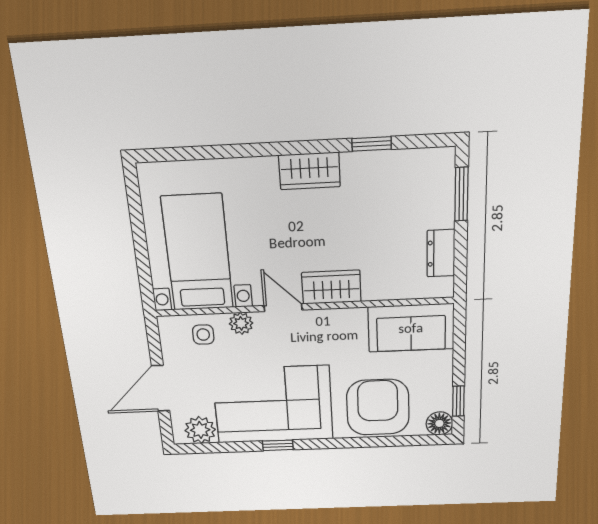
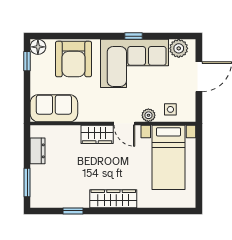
wardrobe: (309, 171) -> (113, 199), width x1.50

